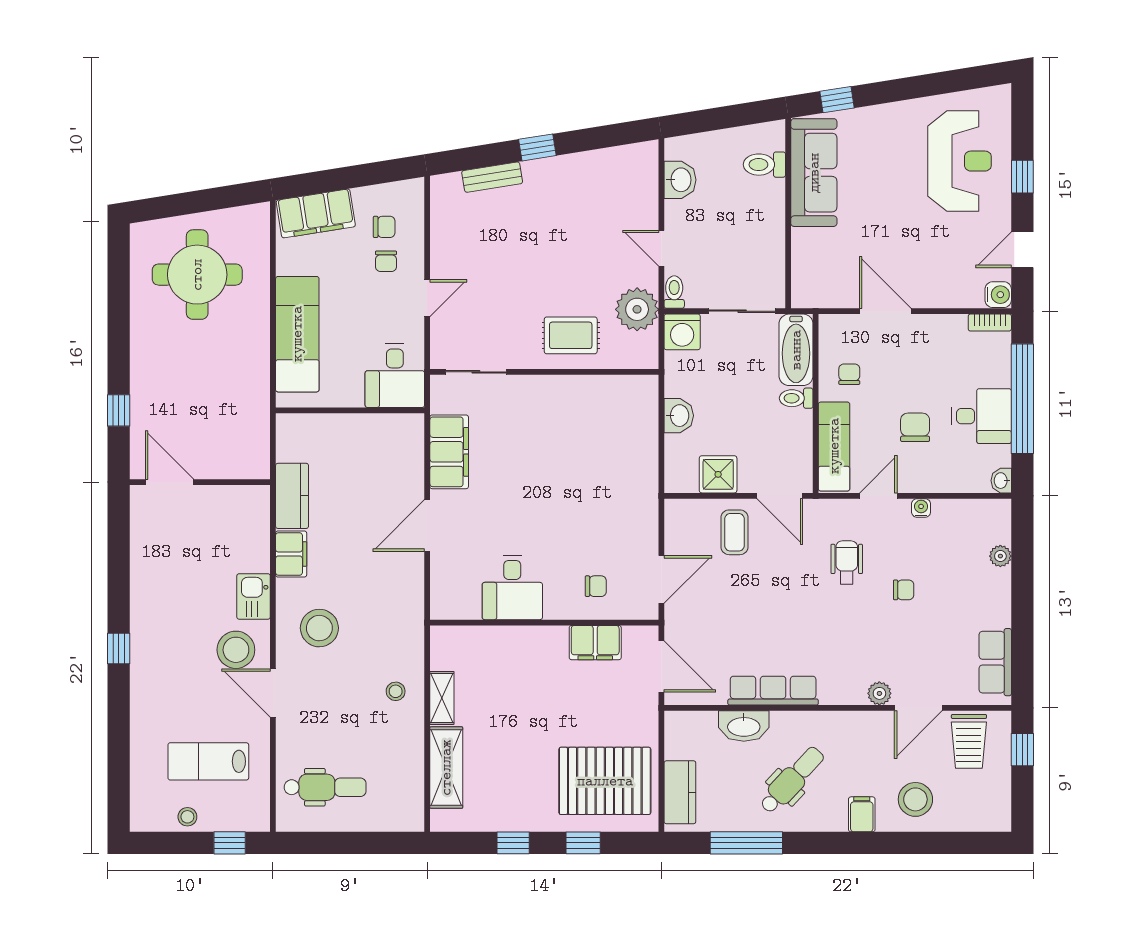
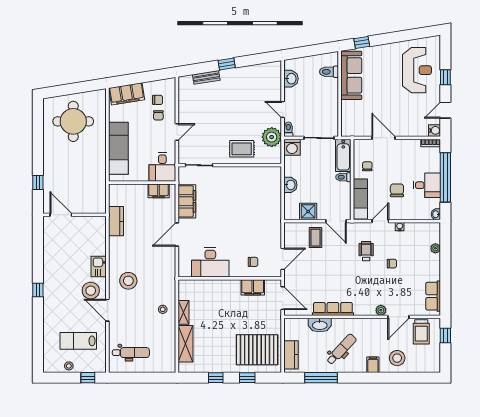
filing cabinet: (291, 554) -> (159, 191), moved, turned 90
desk: (512, 587) -> (210, 262), width x1.37

